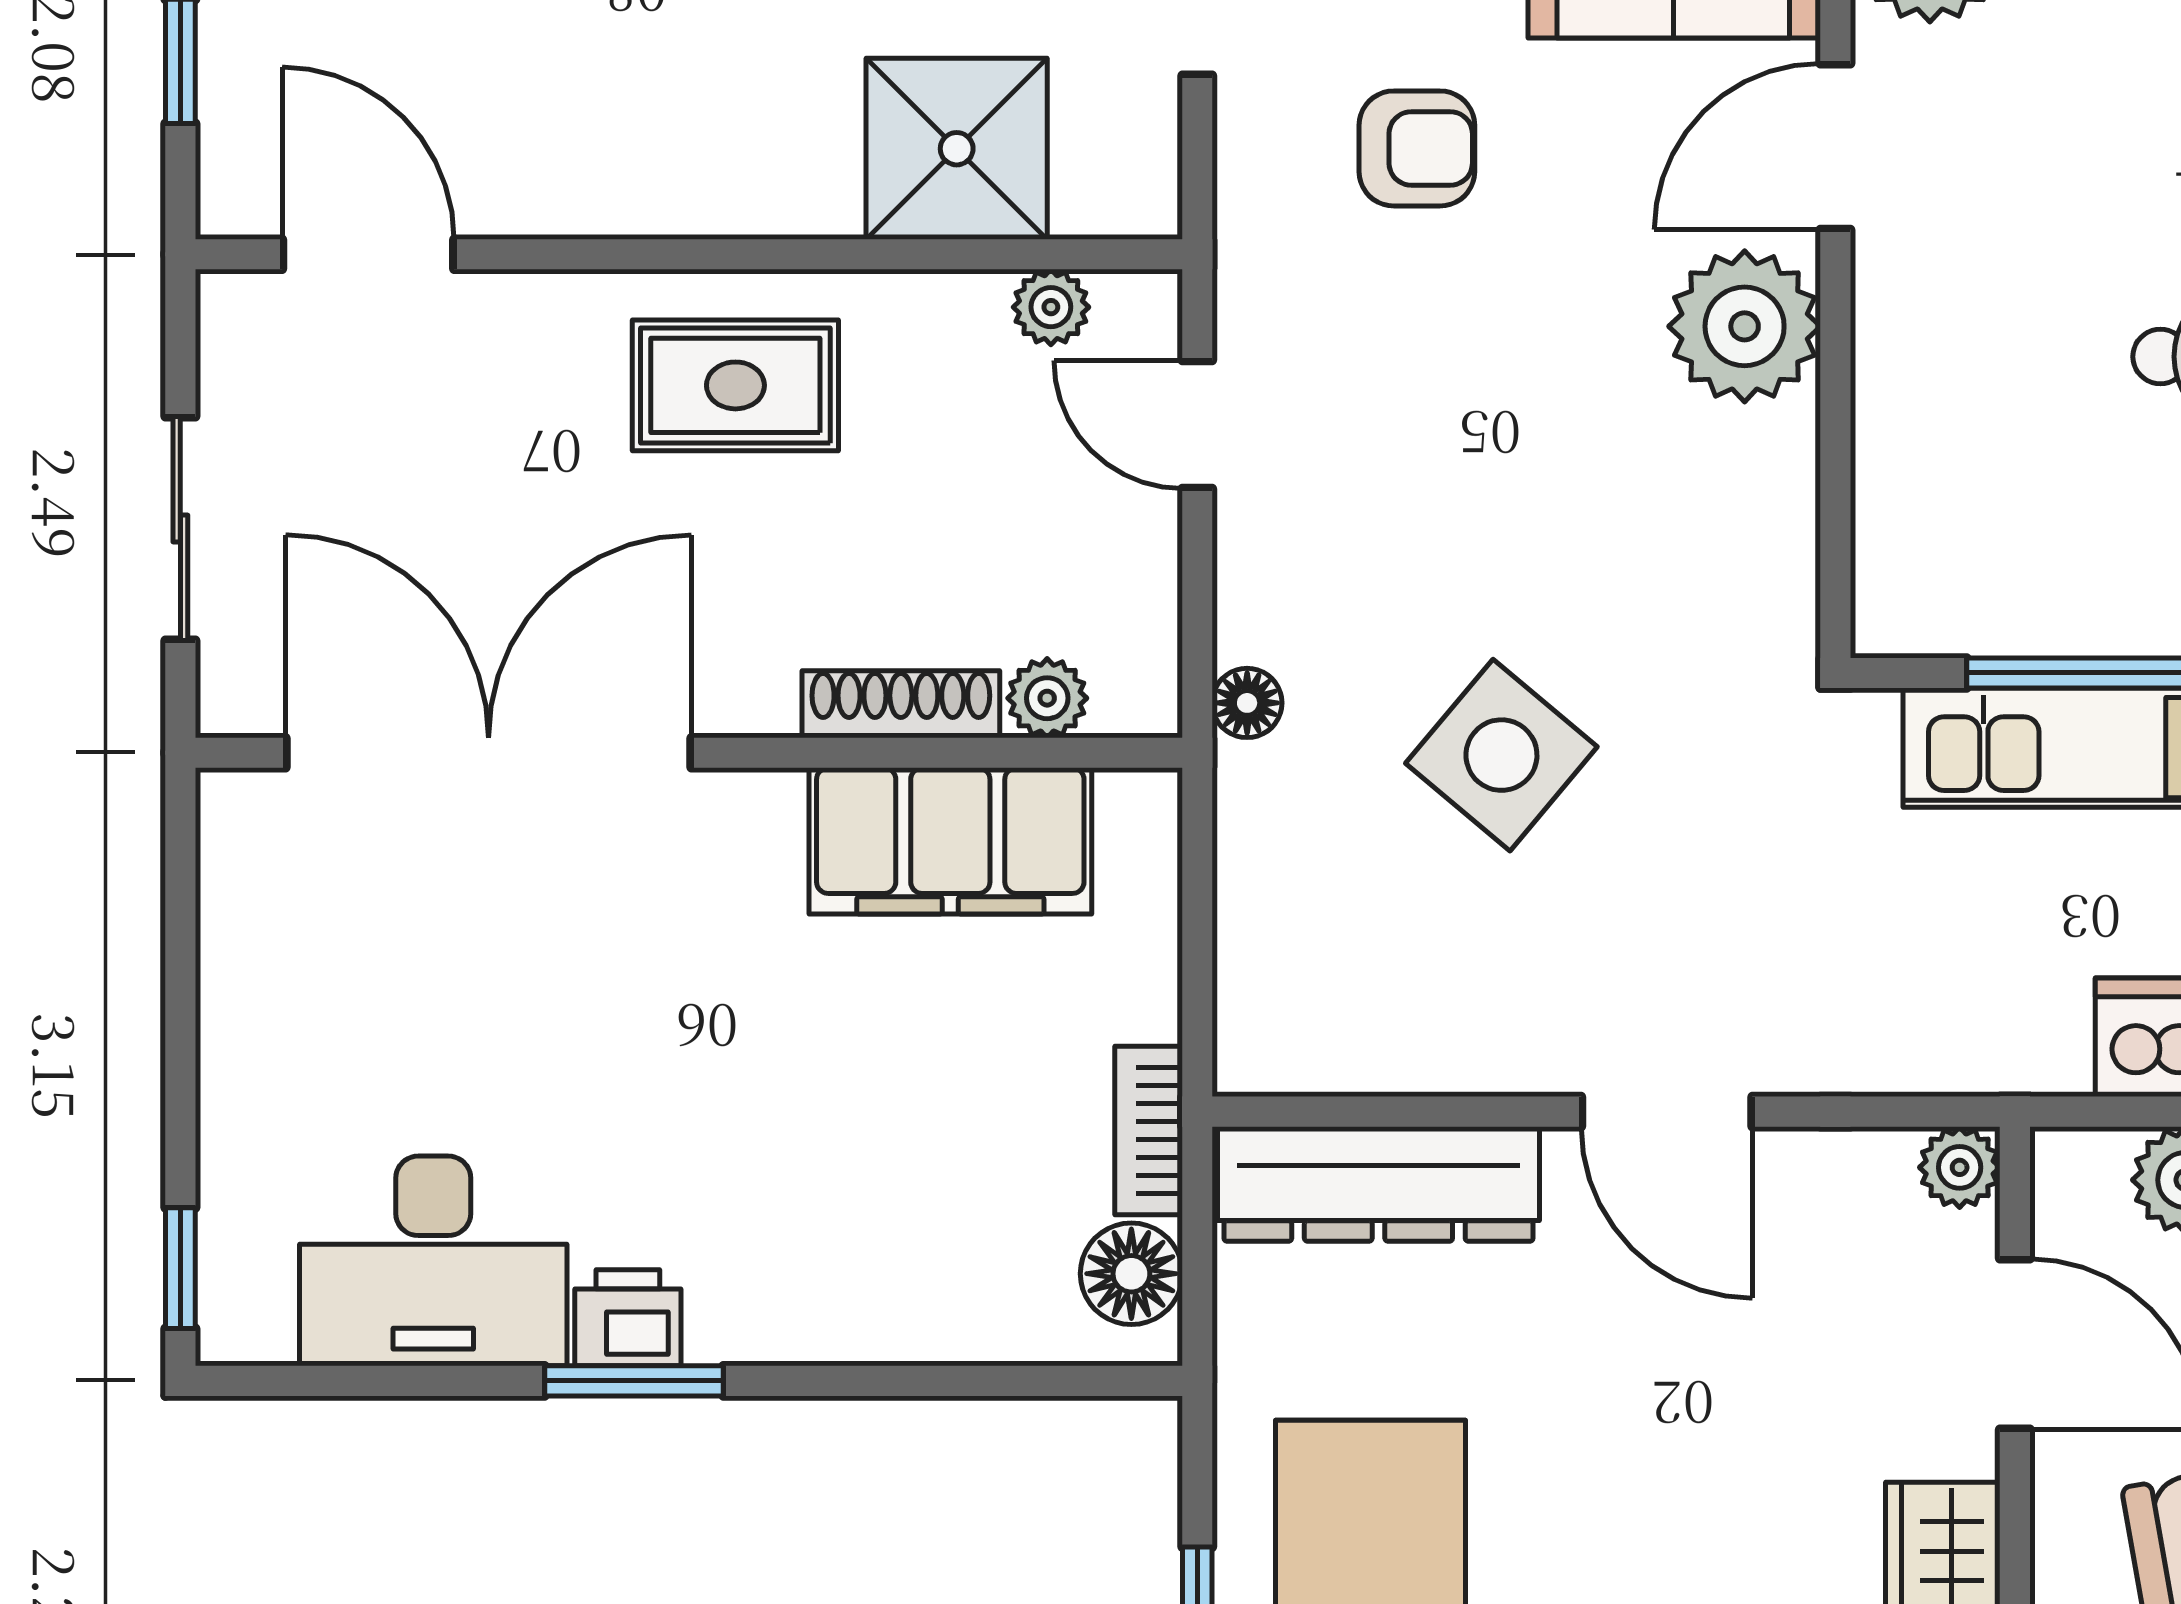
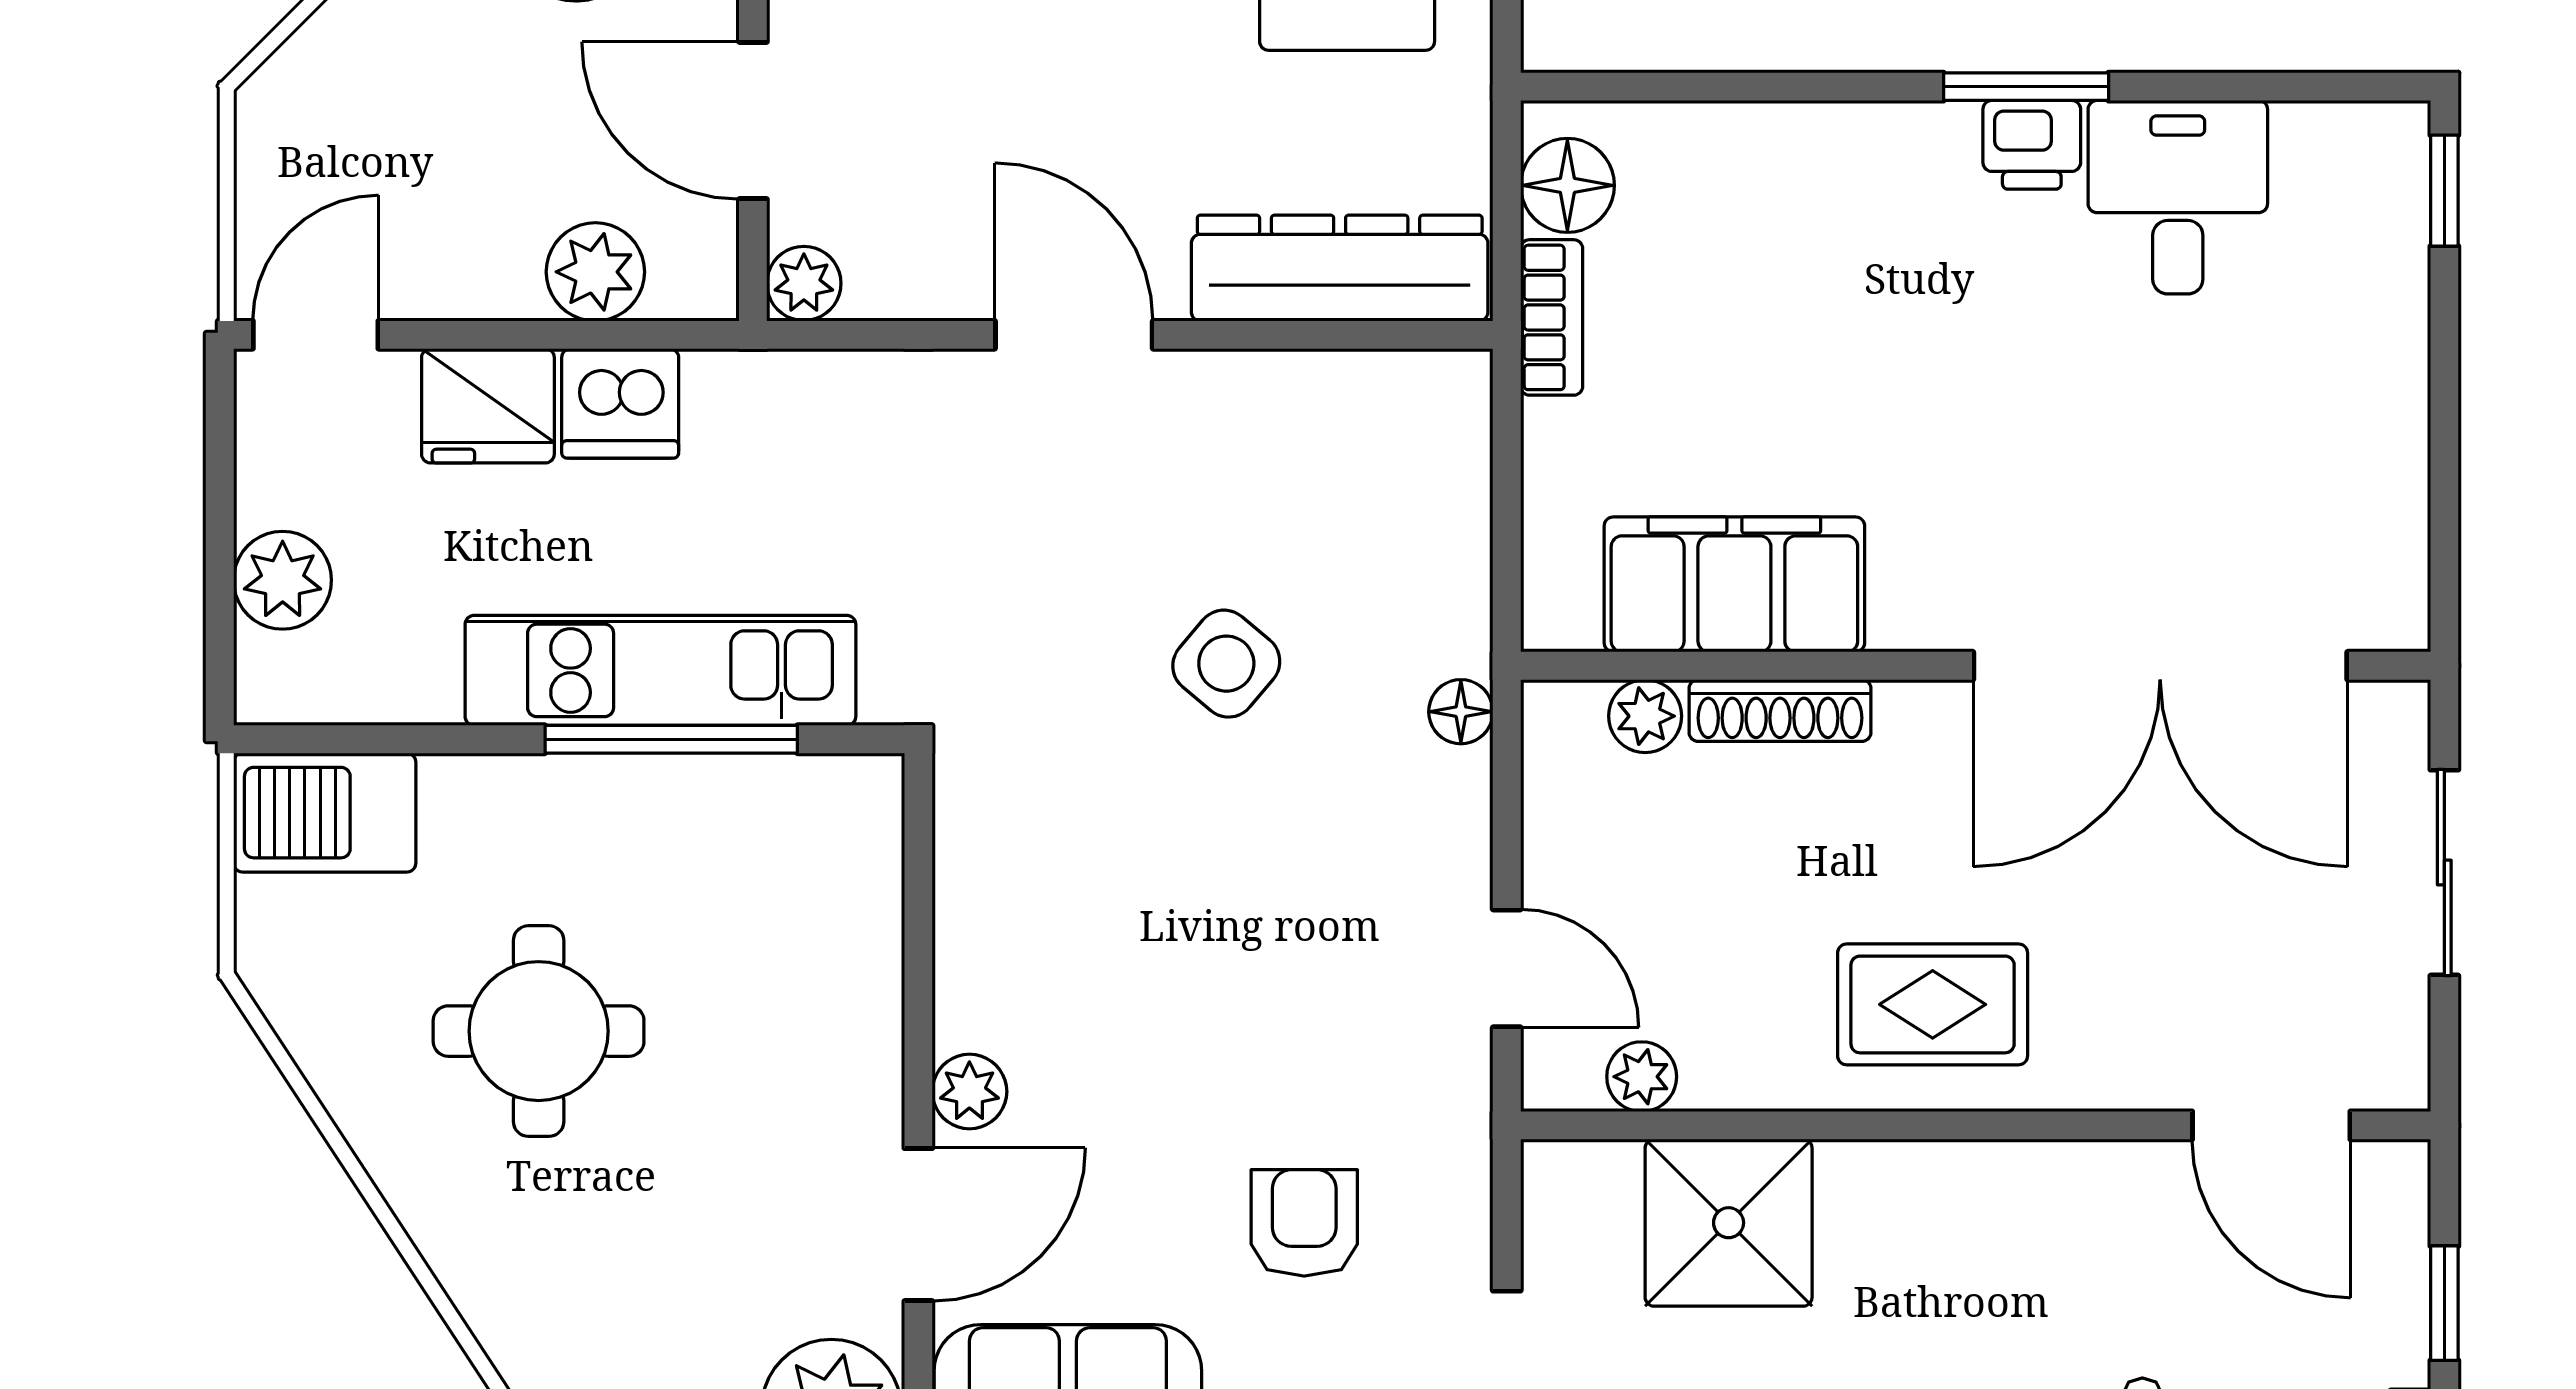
armchair: (1417, 148) -> (1304, 1223), turned 90
plant: (1745, 326) -> (969, 1092), width x0.53, depth x0.53
side table: (1501, 755) -> (1226, 664), width x0.73, depth x0.73
desk: (433, 1261) -> (2178, 197), width x0.73

